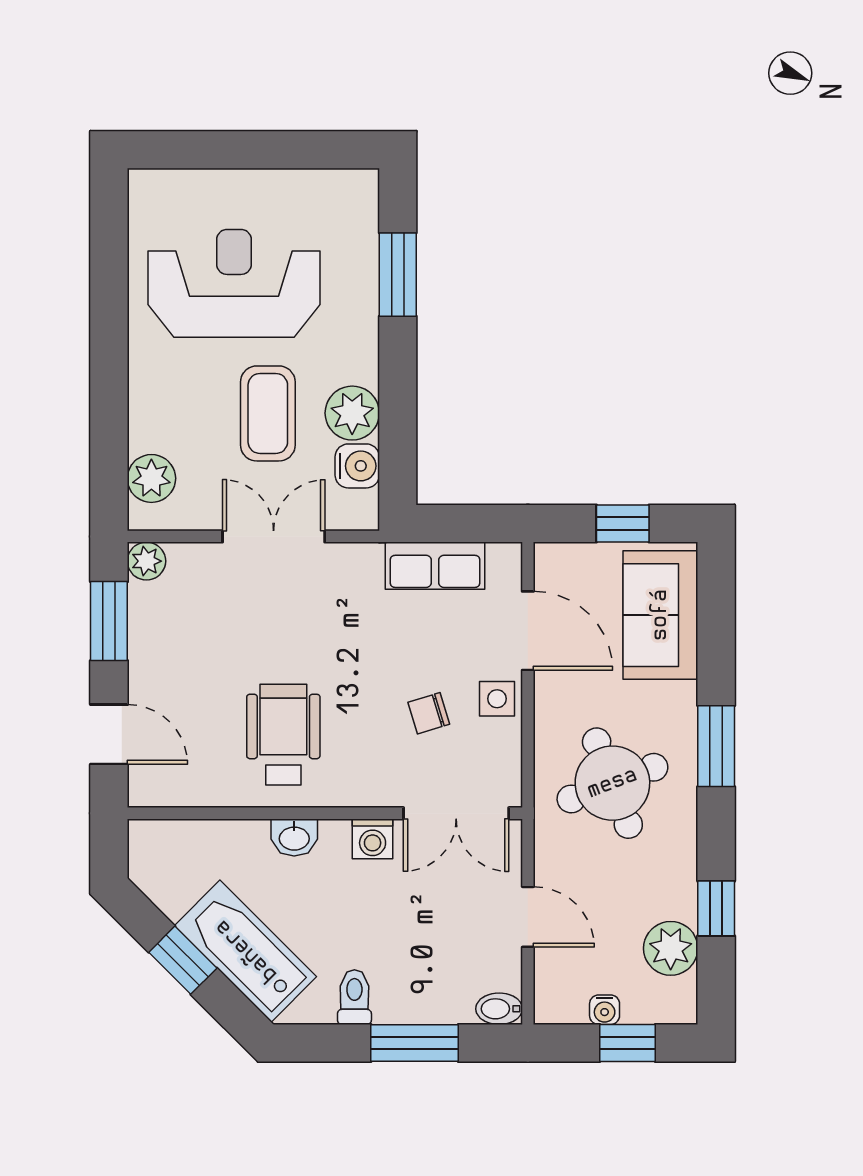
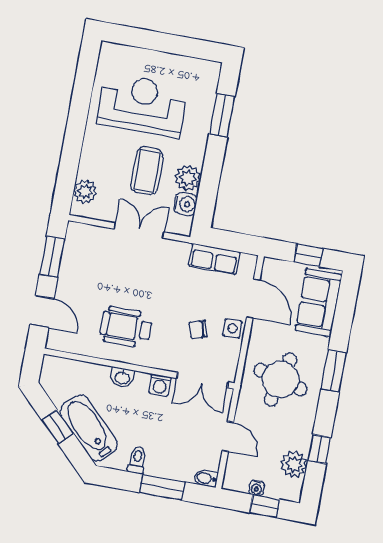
plant: (146, 561) -> (75, 231), removed
wheelchair: (283, 735) -> (126, 327), turned -90
round table: (612, 783) -> (280, 379), turned 36

